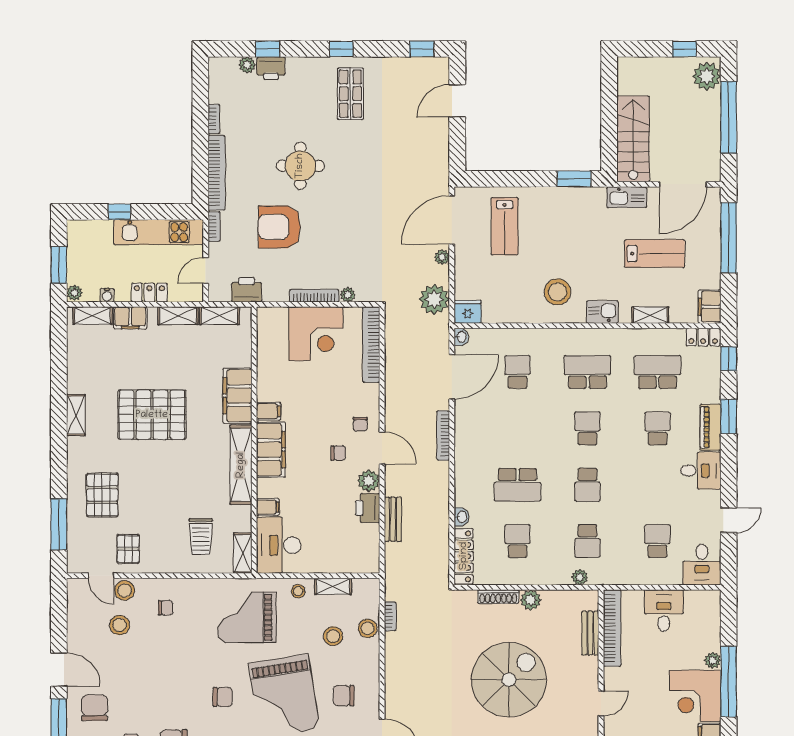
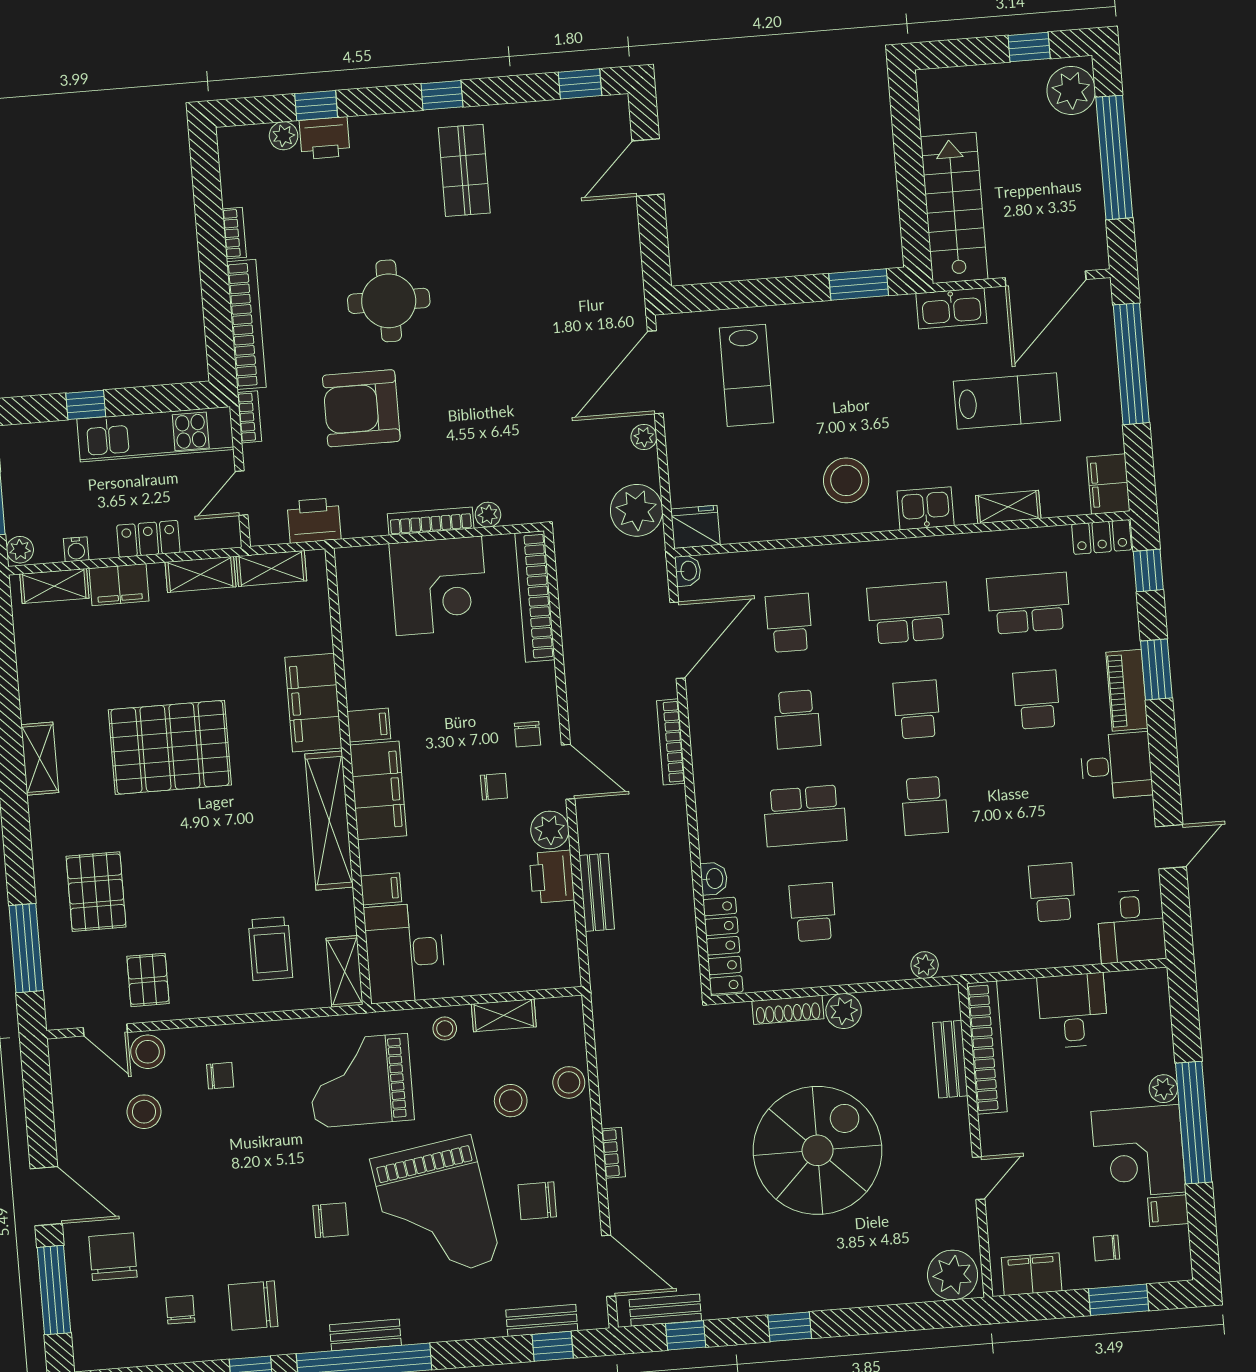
school desk: (587, 541) -> (797, 719), moved
bookcase: (390, 616) -> (613, 1153), moved

